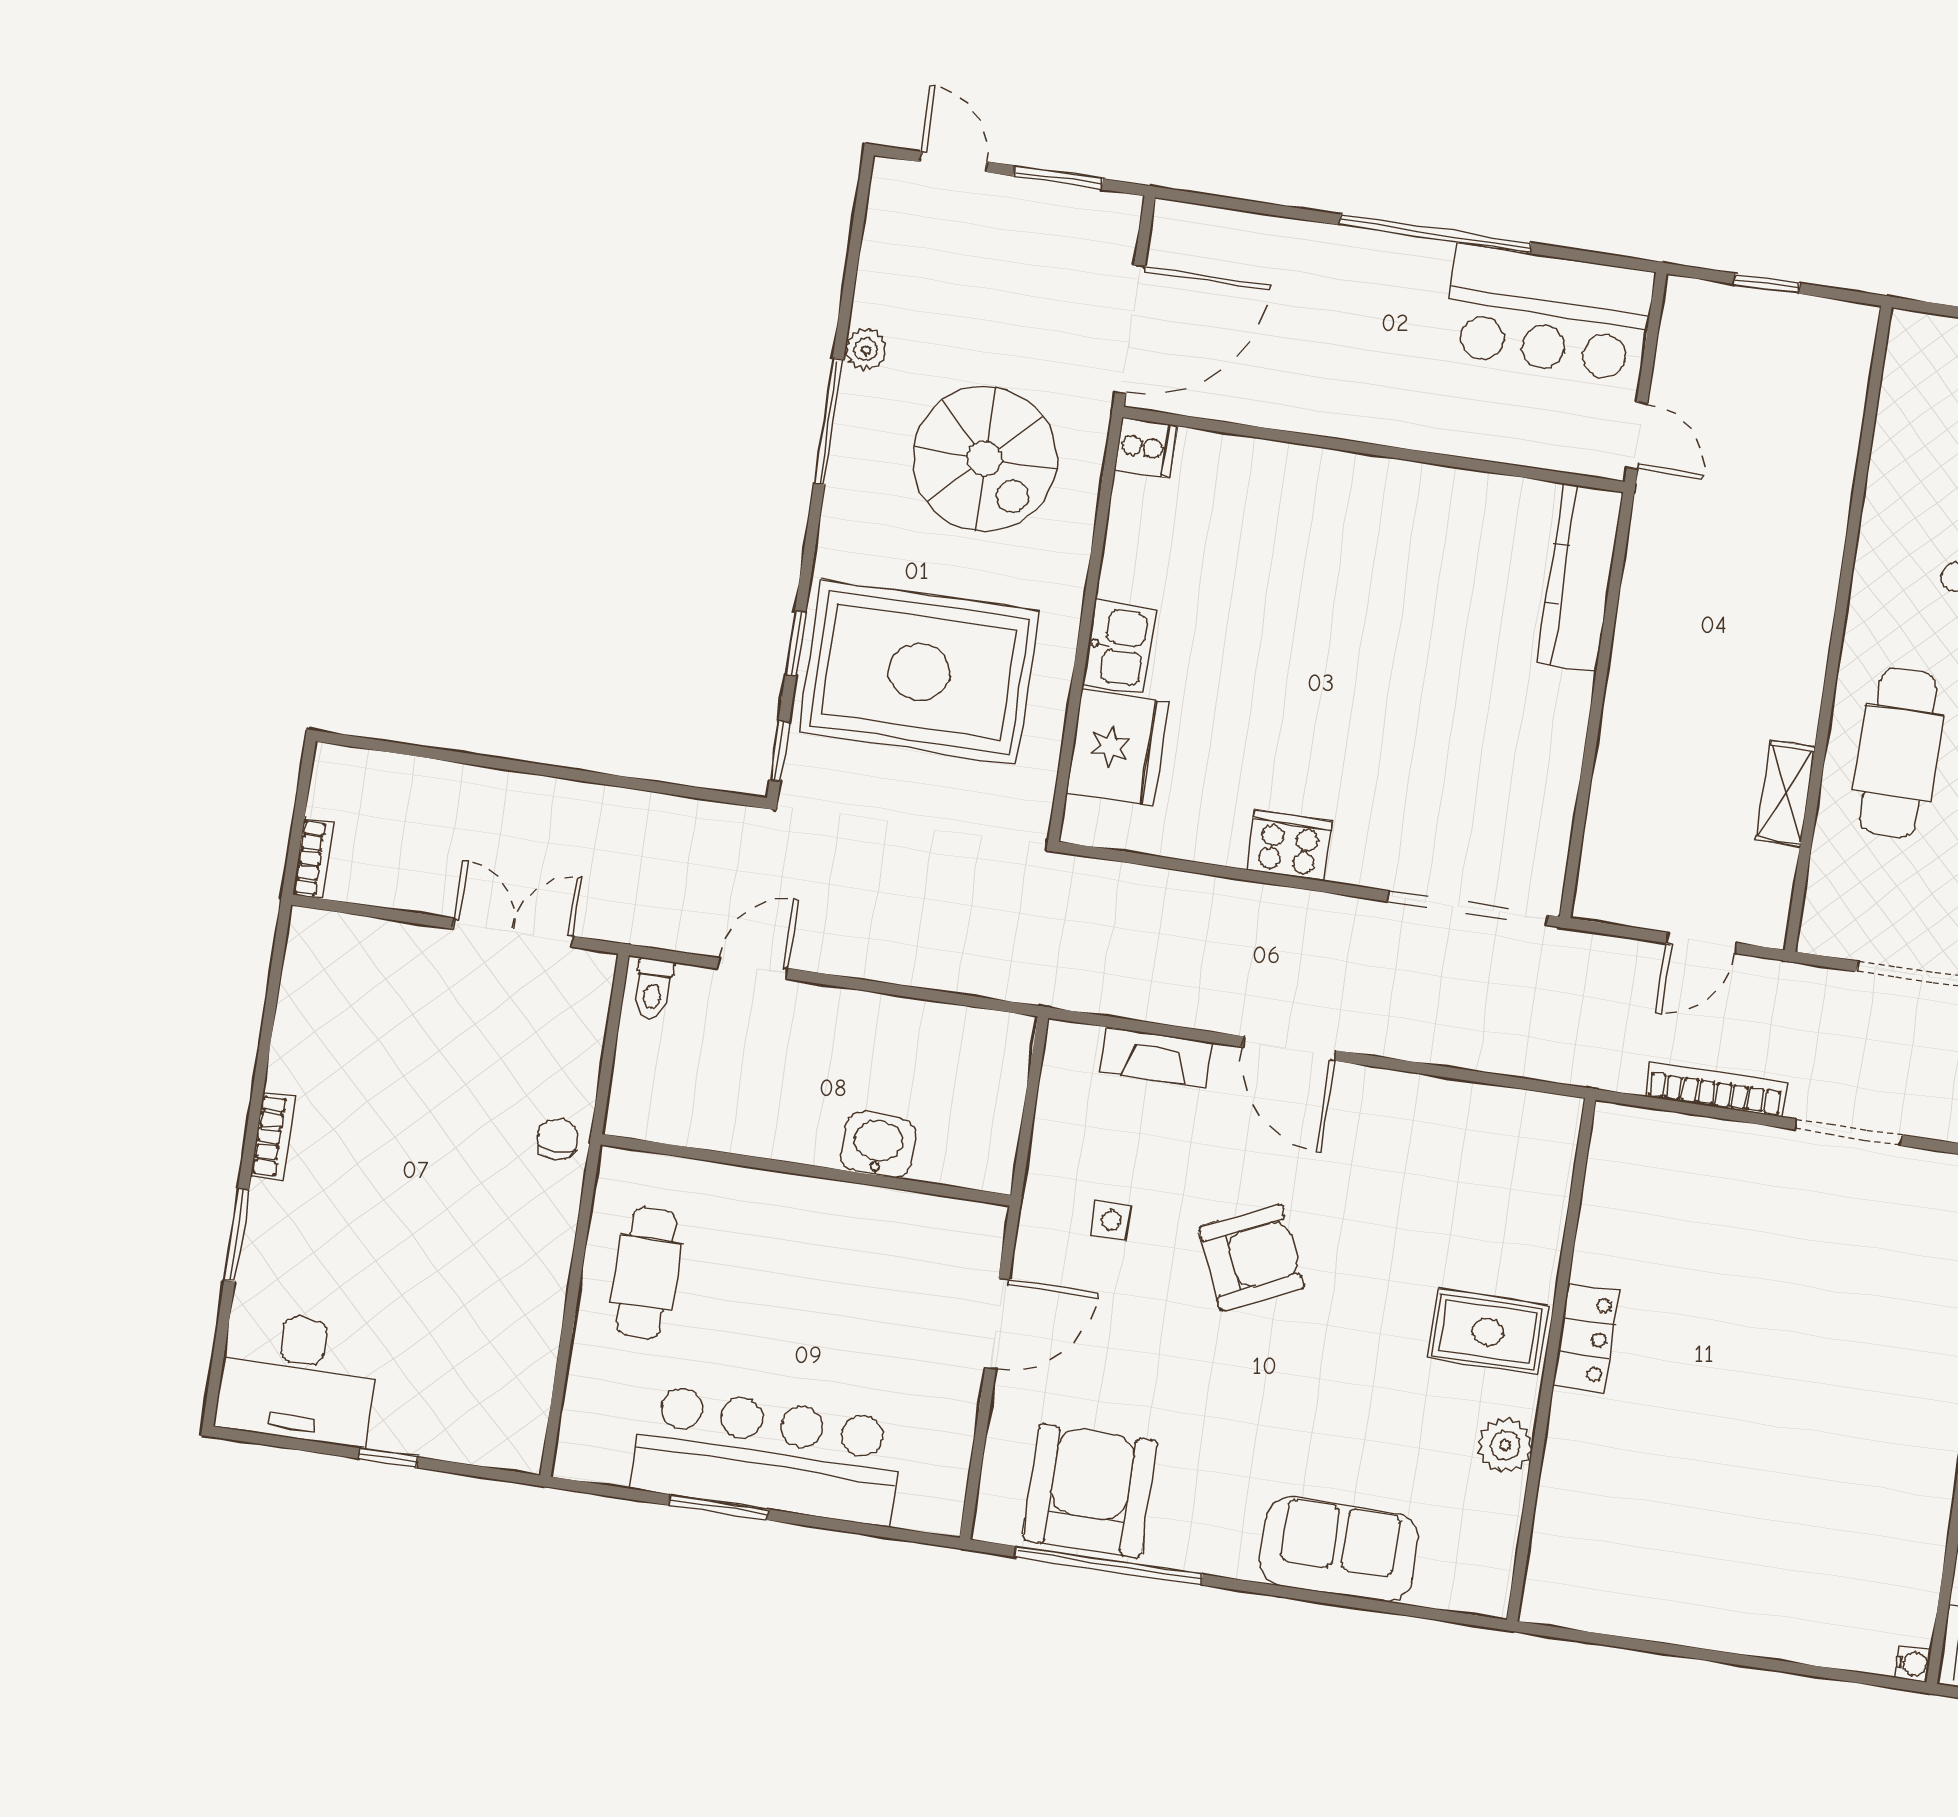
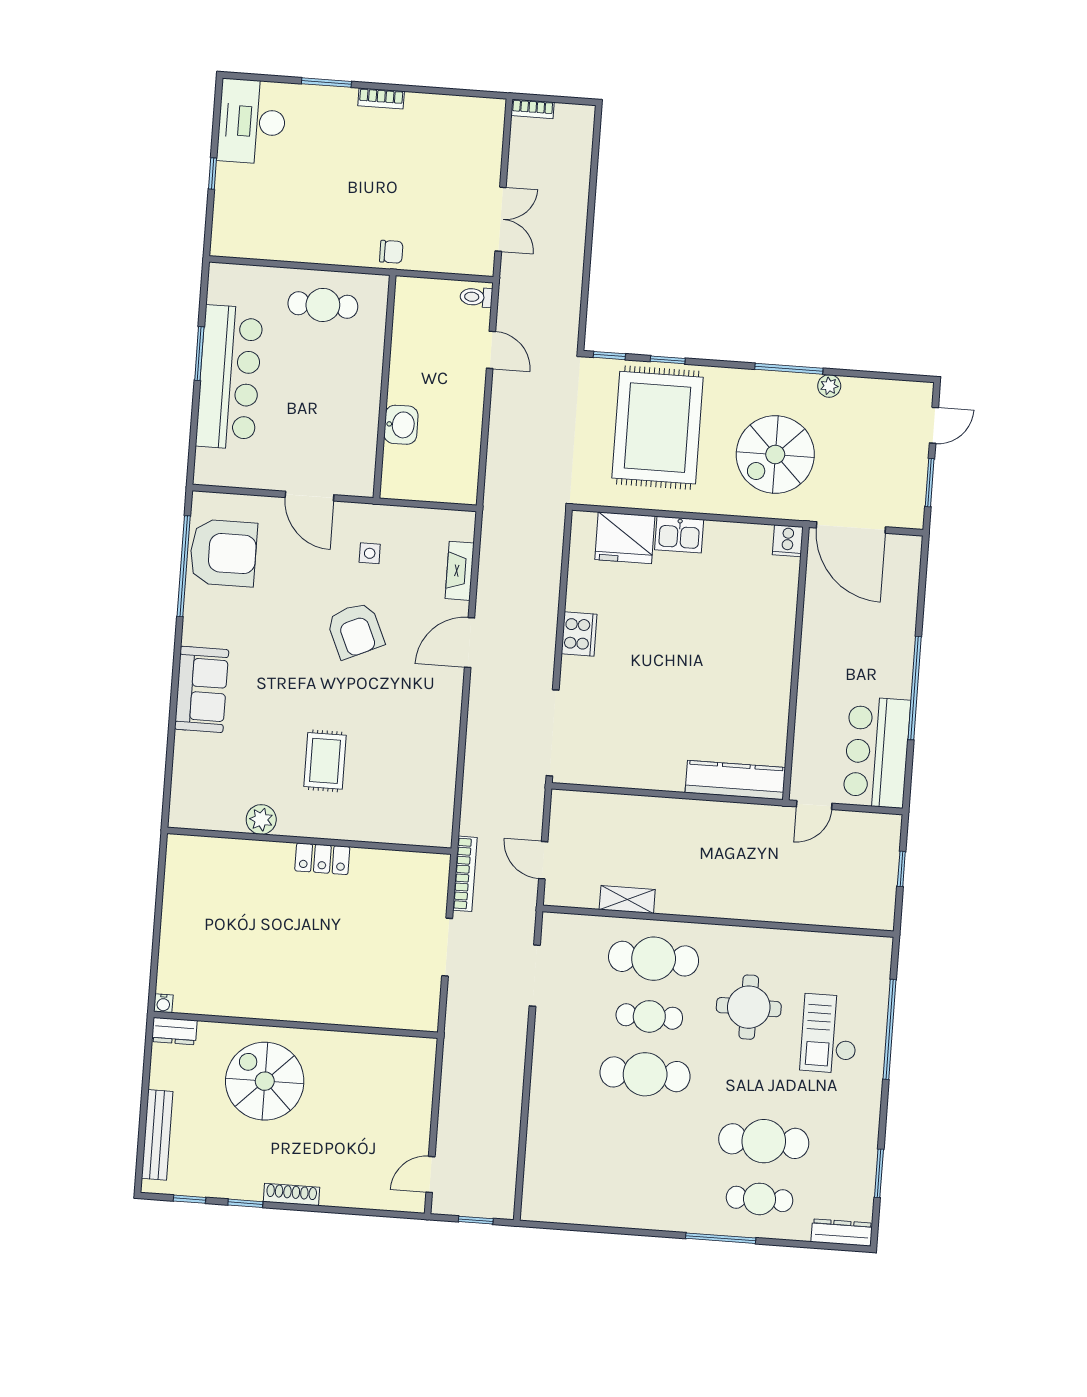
locker: (1586, 1338) -> (322, 859), moved
wall: (1551, 1360) -> (309, 841), moved
plant: (1505, 1445) -> (261, 819), moved

